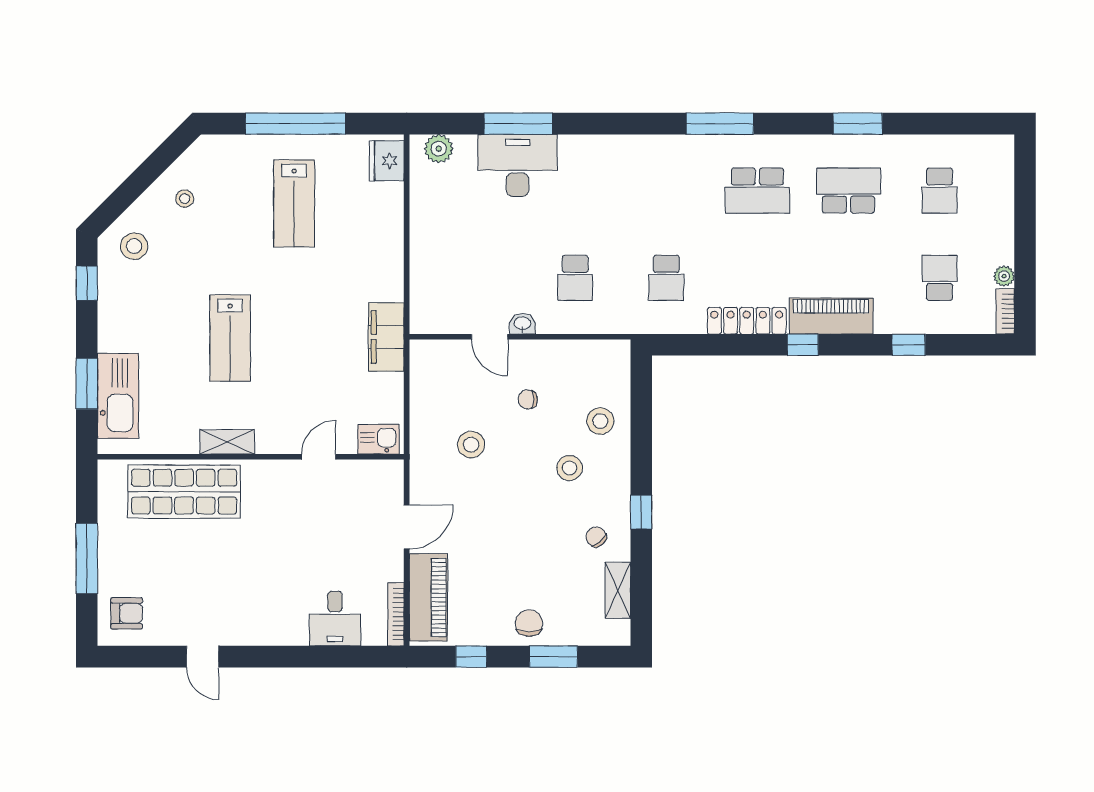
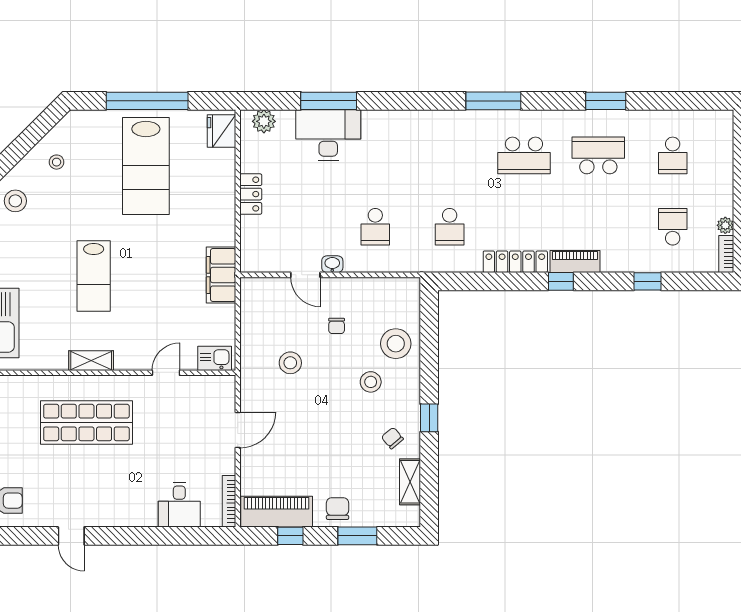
lab bench: (294, 203) -> (146, 166), width x1.36, depth x1.39
locker: (423, 238) -> (251, 194), added
piano: (831, 316) -> (575, 262), width x0.73, depth x0.75
chair: (528, 399) -> (337, 326), turned -90
stool: (600, 421) -> (396, 344), width x1.38, depth x1.38
shop shelf: (184, 492) -> (86, 422), moved
piano: (428, 597) -> (277, 512), moved, turned -90

